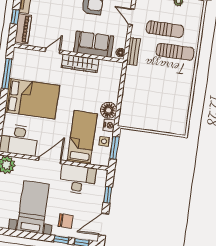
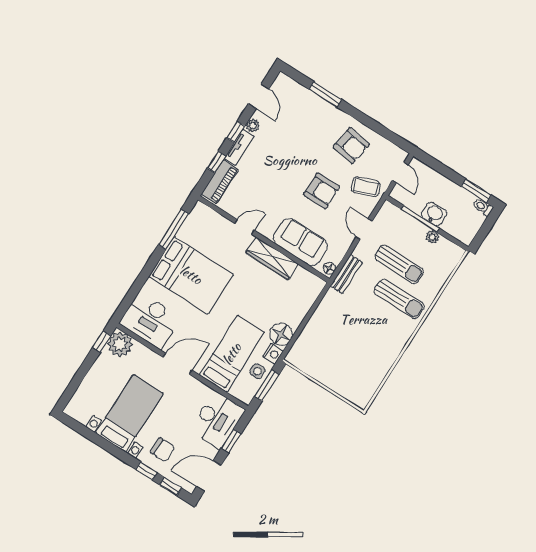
desk: (78, 179) -> (217, 420), moved, turned 90

